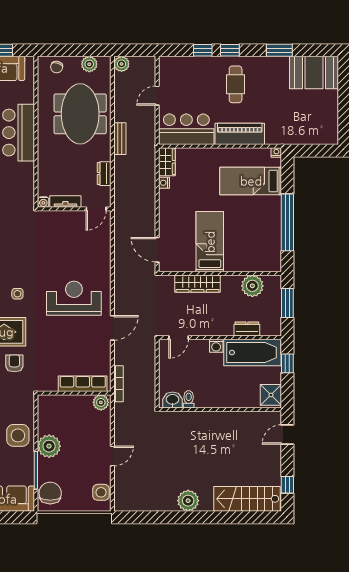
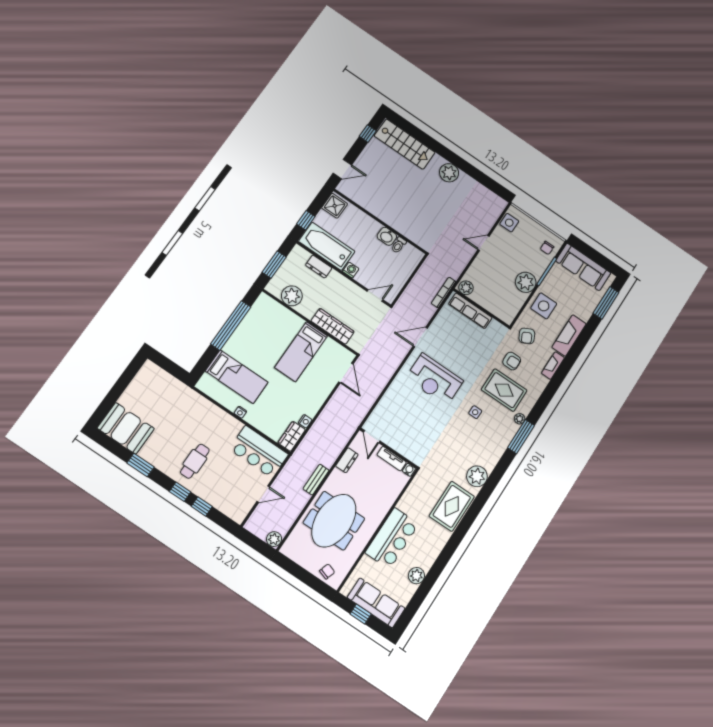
plant: (89, 64) -> (300, 556), removed
piano: (240, 134) -> (219, 419), removed
nightstand: (276, 152) -> (240, 412), moved
door: (96, 209) -> (372, 437), swing flipped
armchair: (14, 363) -> (512, 361), turned -90
armchair: (15, 396) -> (527, 336), added
washbasin: (172, 400) -> (387, 236), moved
chair: (50, 493) -> (547, 248), width x0.54, depth x0.54

